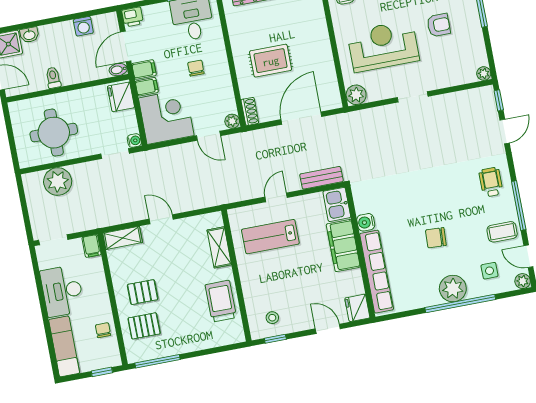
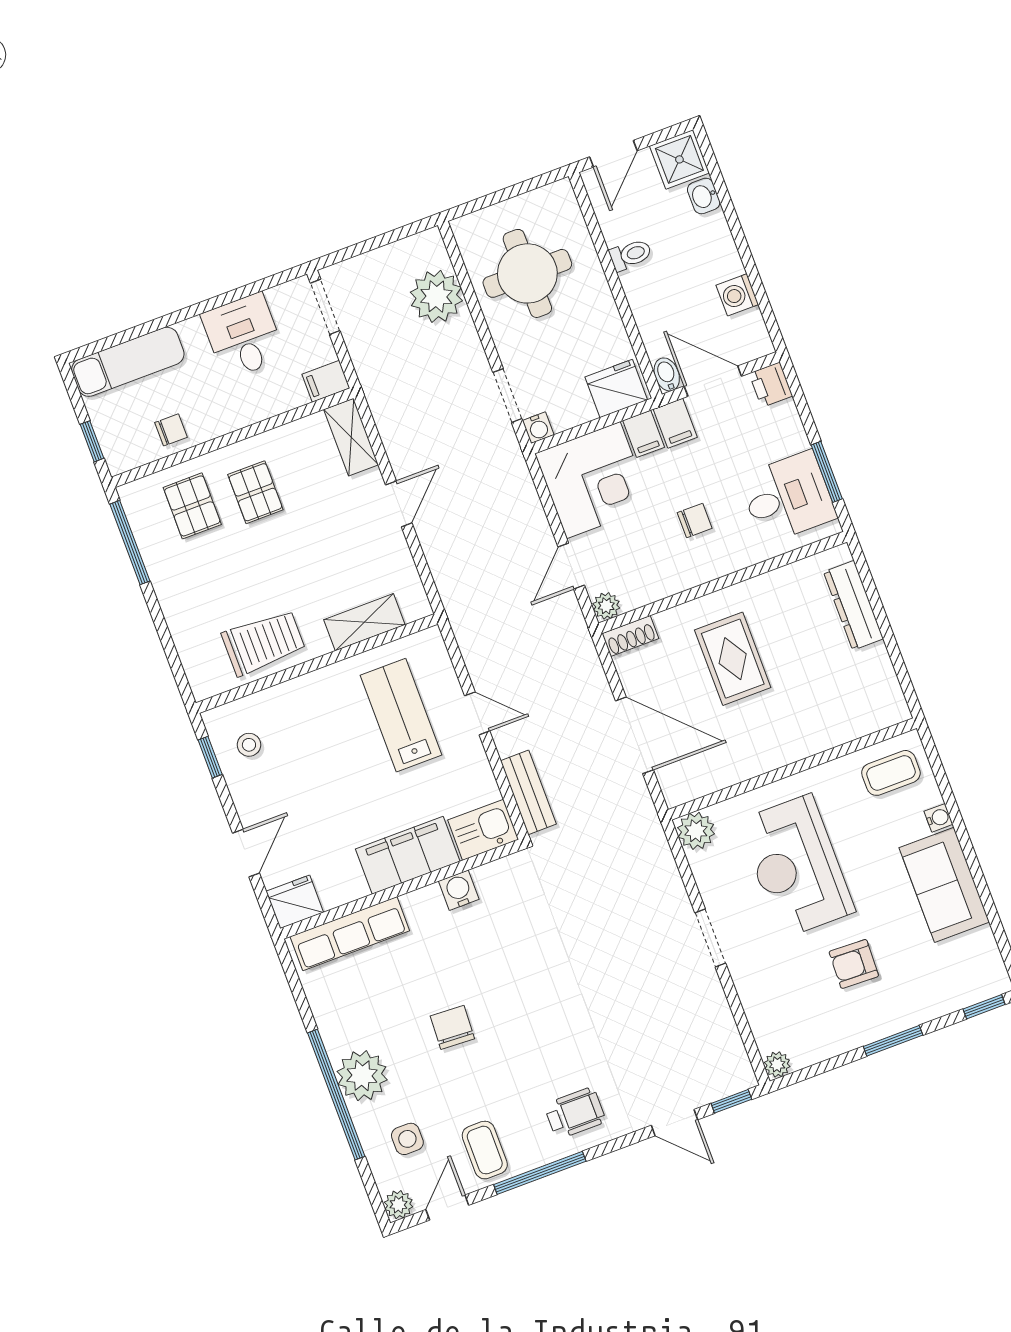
armchair: (439, 25) -> (854, 964), turned 92
reception desk: (383, 46) -> (796, 866), turned 180
row of seats: (377, 272) -> (350, 934), width x0.73
desk: (62, 291) -> (243, 336), width x0.73

